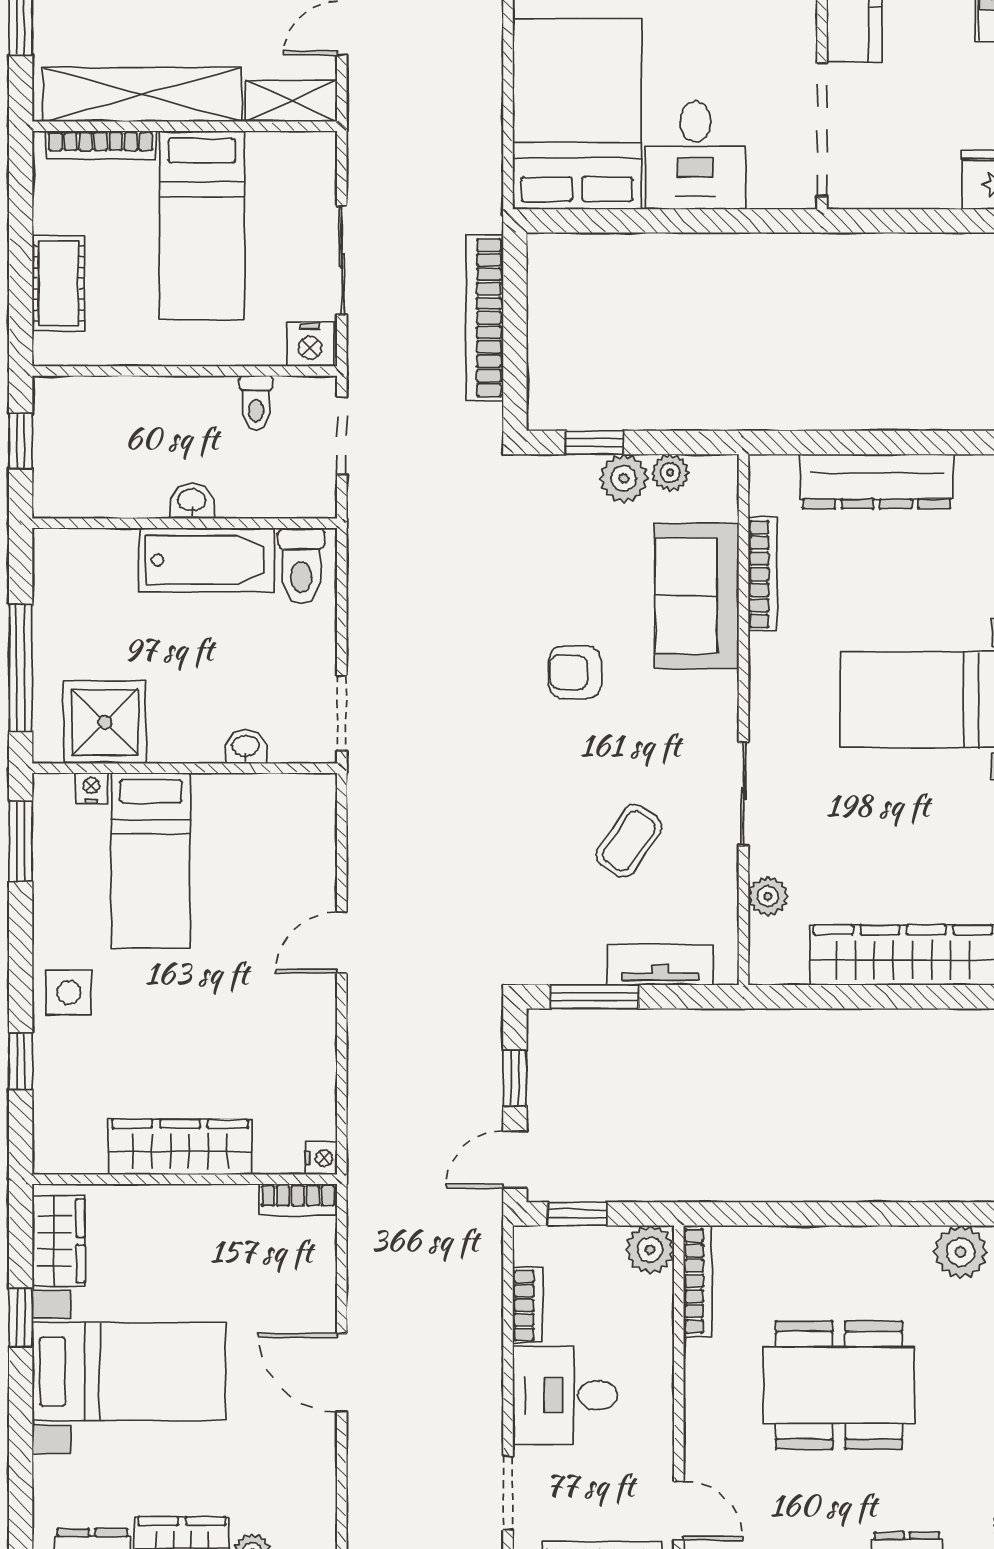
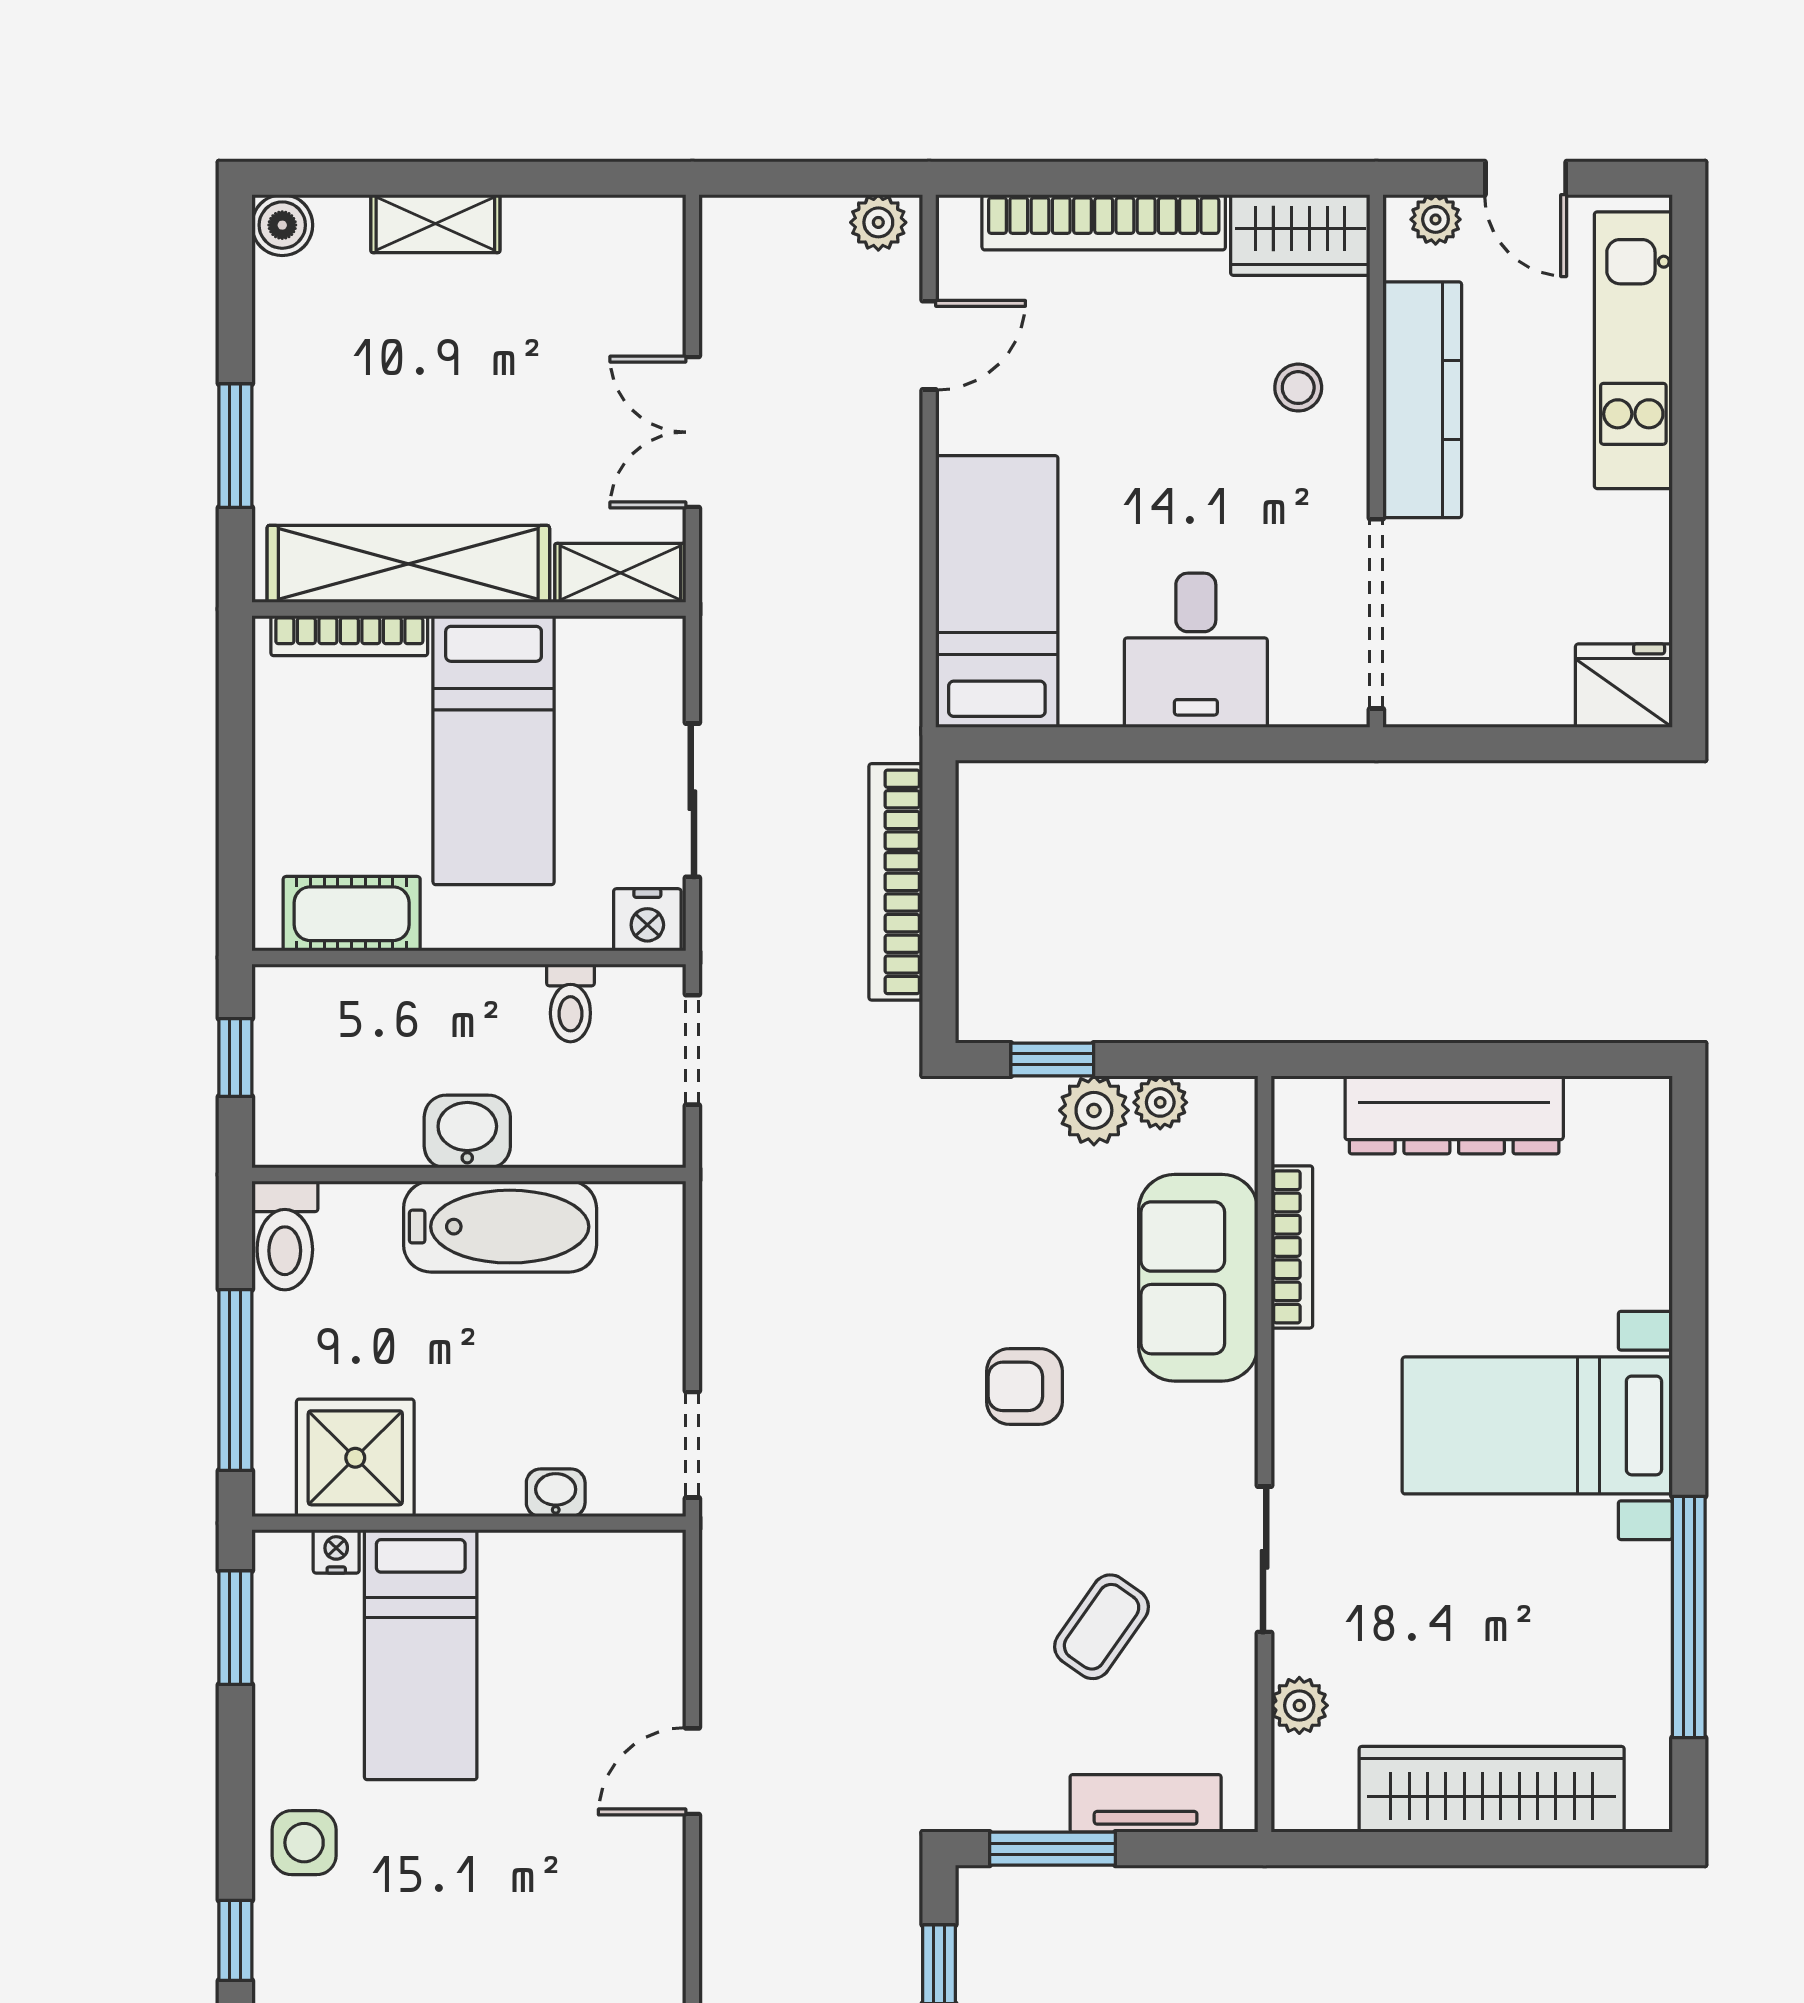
bed: (577, 114) -> (997, 592), width x0.67
cot: (58, 283) -> (352, 914), moved, turned 90
washbasin: (192, 501) -> (467, 1132), width x1.38, depth x1.45
toilet: (301, 566) -> (285, 1235), moved

